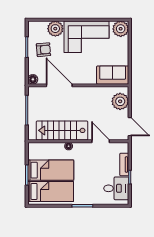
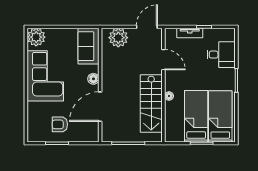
plant: (55, 29) -> (36, 111), removed
armchair: (43, 50) -> (60, 124), turned -85
floor lamp: (33, 79) -> (93, 79), moved
door: (101, 141) -> (163, 60), swing flipped
desk: (116, 188) -> (221, 55), moved, turned 90

